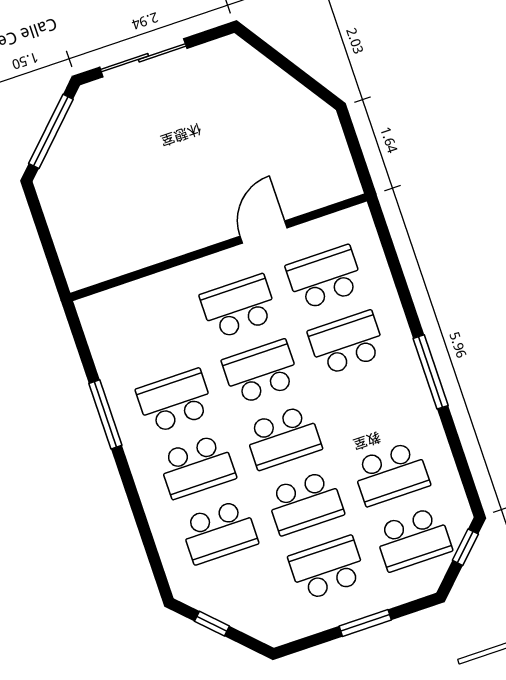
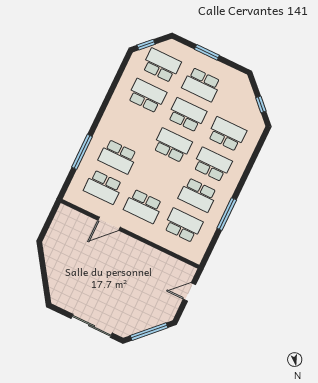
door: (49, 247) -> (189, 292), added
school desk: (261, 372) -> (183, 225), moved, turned 180
window: (431, 372) -> (82, 152), moved

